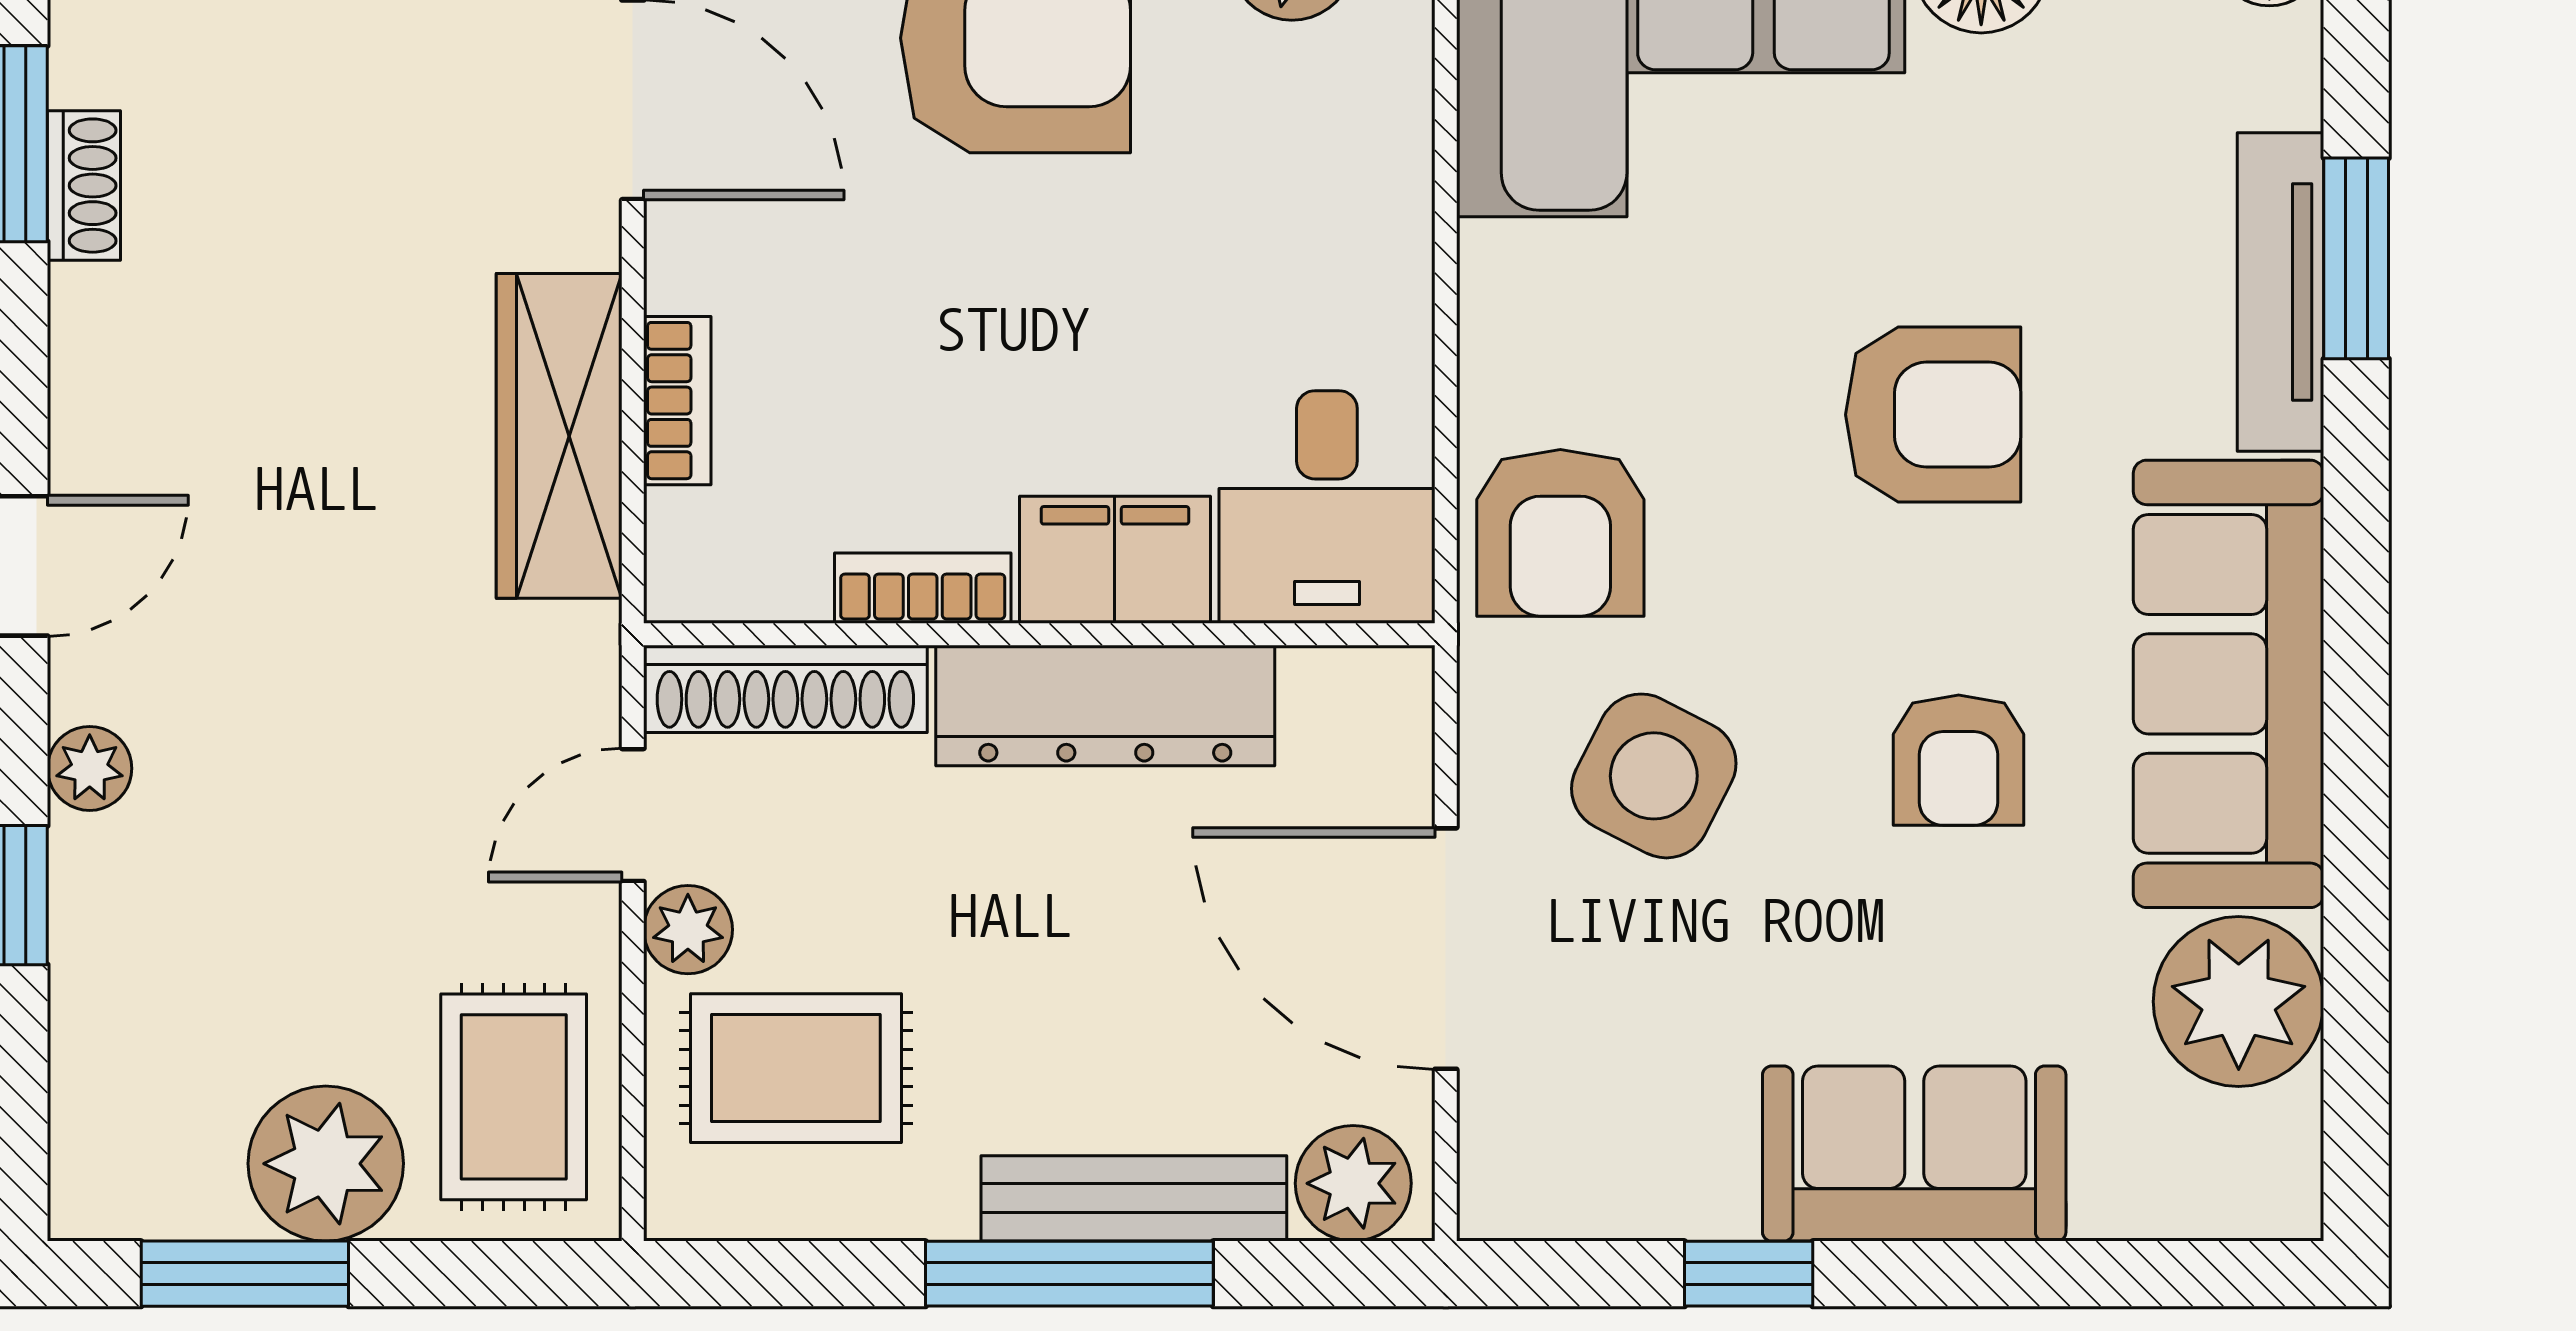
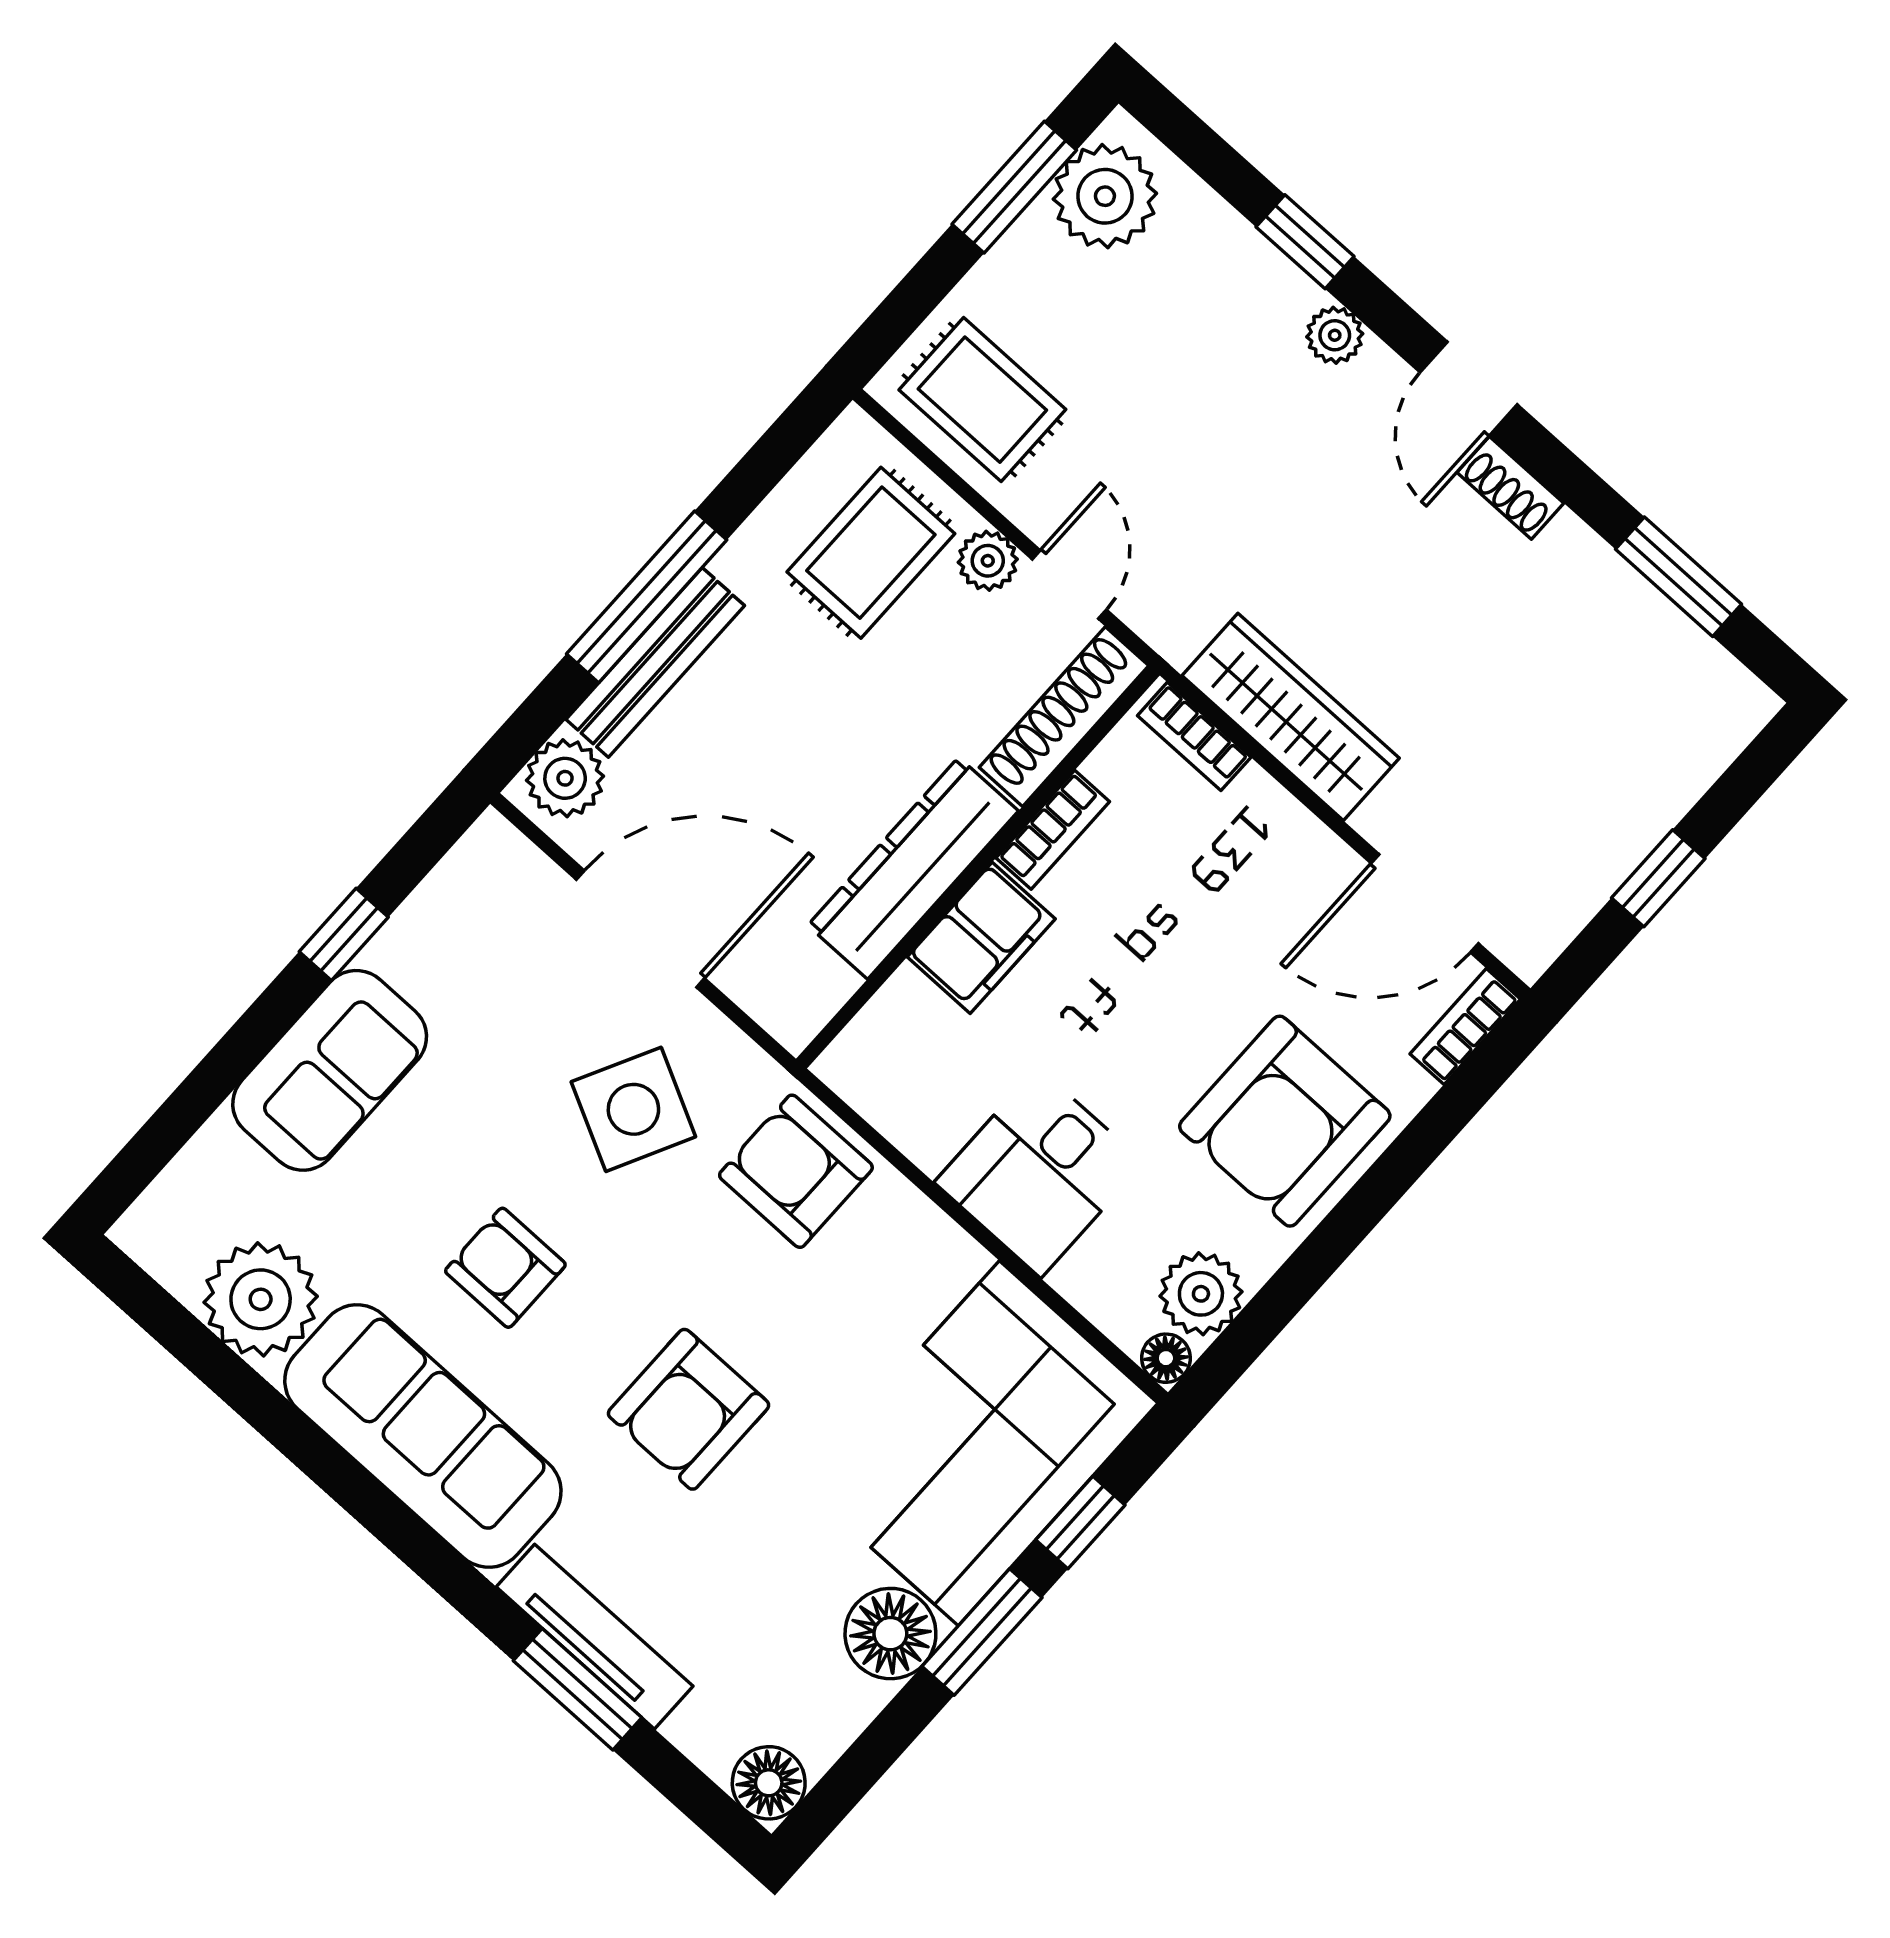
shoe rack: (84, 186) -> (1510, 488), moved
bookcase: (677, 401) -> (1194, 736), moved
desk: (1327, 507) -> (1039, 1173), moved, turned -90
plant: (326, 1164) -> (1105, 196), moved

